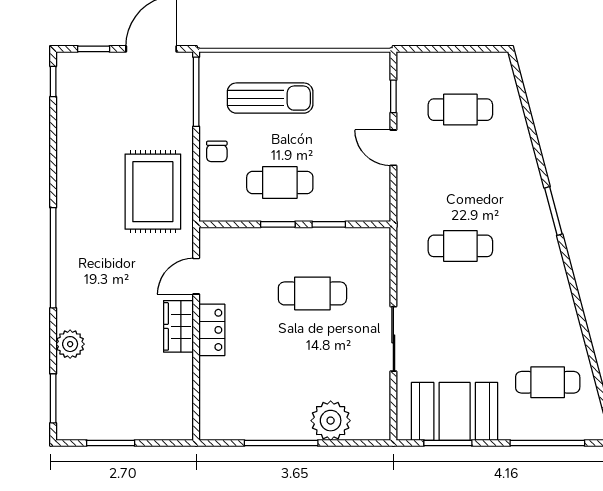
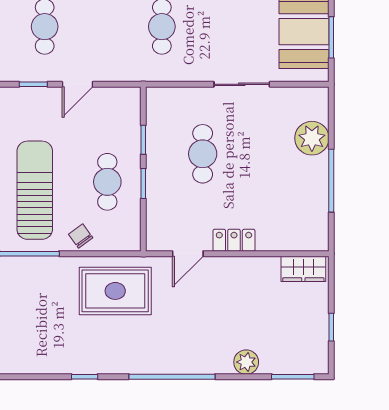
window: (53, 81) -> (85, 377), moved
sun lounger: (270, 98) -> (35, 190), width x1.36, depth x1.34
chair: (217, 151) -> (81, 236), turned -126
door: (196, 276) -> (188, 254), hinge flipped
wardrobe: (179, 326) -> (303, 269), moved
window: (111, 443) -> (331, 327), width x0.67

